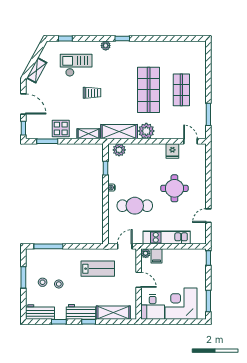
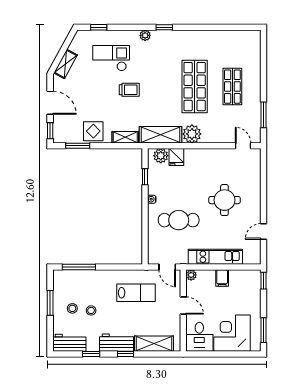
fridge: (172, 151) -> (176, 157), moved
door: (125, 246) -> (167, 267), swing flipped
filing cabinet: (157, 256) -> (222, 278), moved

